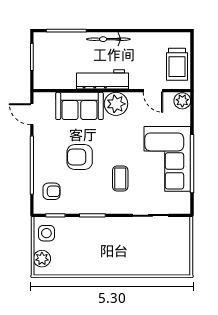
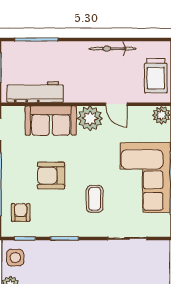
bicycle: (108, 39) -> (113, 49), moved
workbench: (103, 79) -> (35, 92), moved
door: (153, 91) -> (116, 104), moved
armchair: (51, 191) -> (21, 213), turned -90

